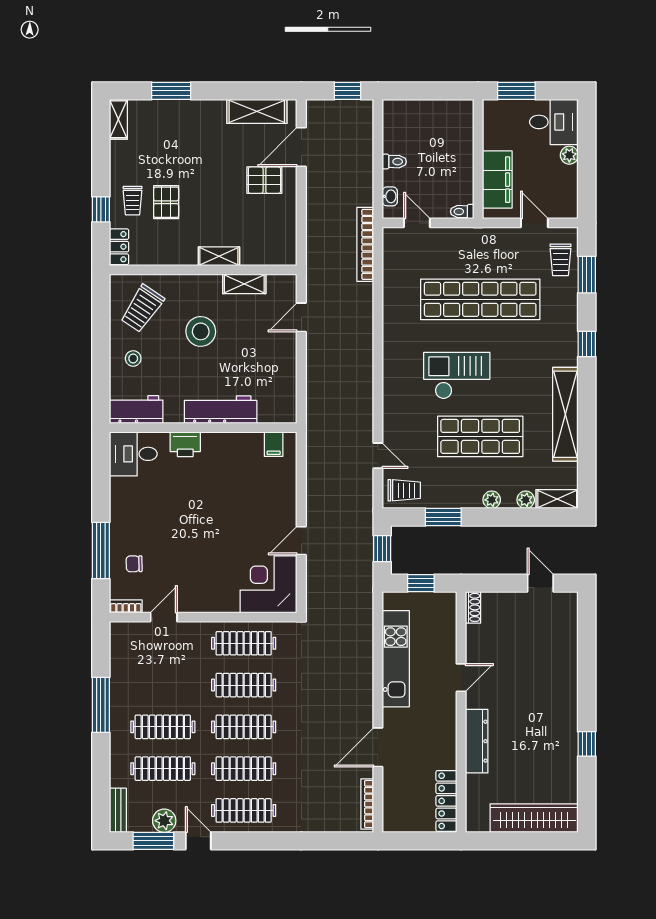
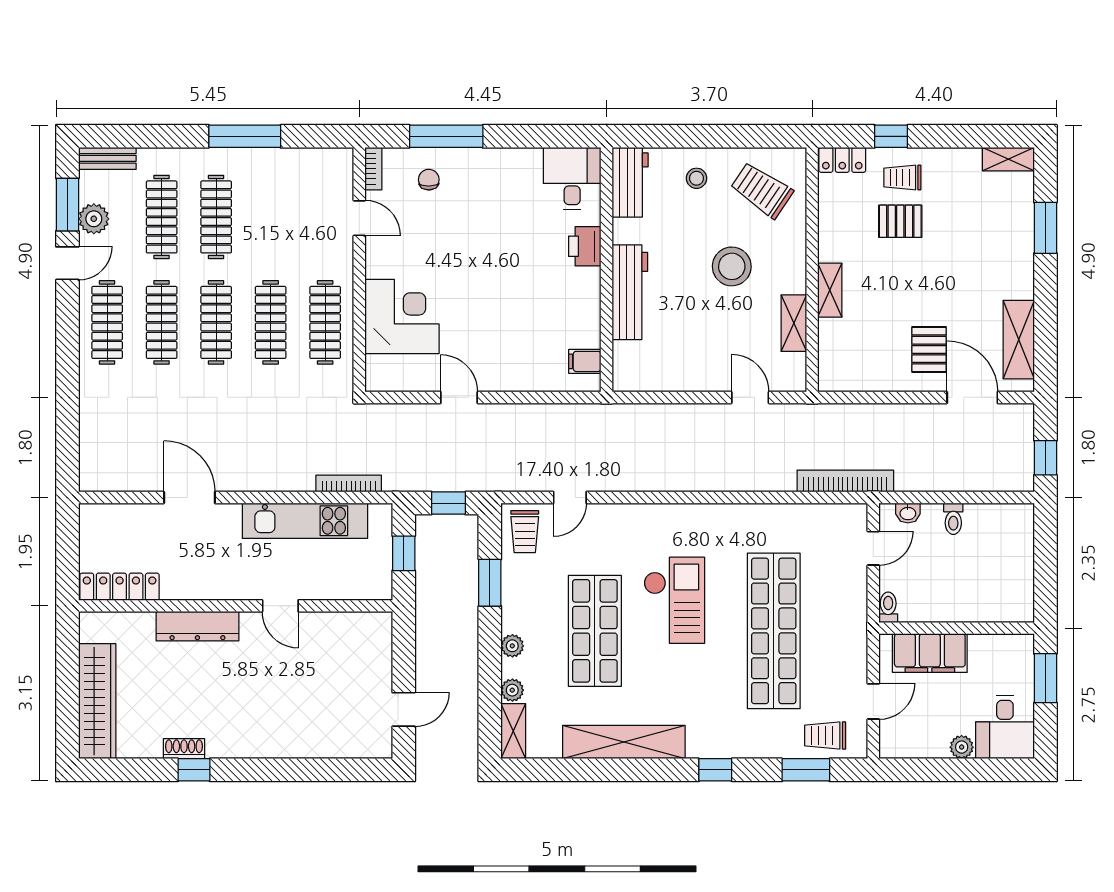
corner desk: (269, 584) -> (402, 317), moved
shoe rack: (473, 607) -> (184, 749), moved, turned 180
bookcase: (367, 804) -> (349, 484), moved

